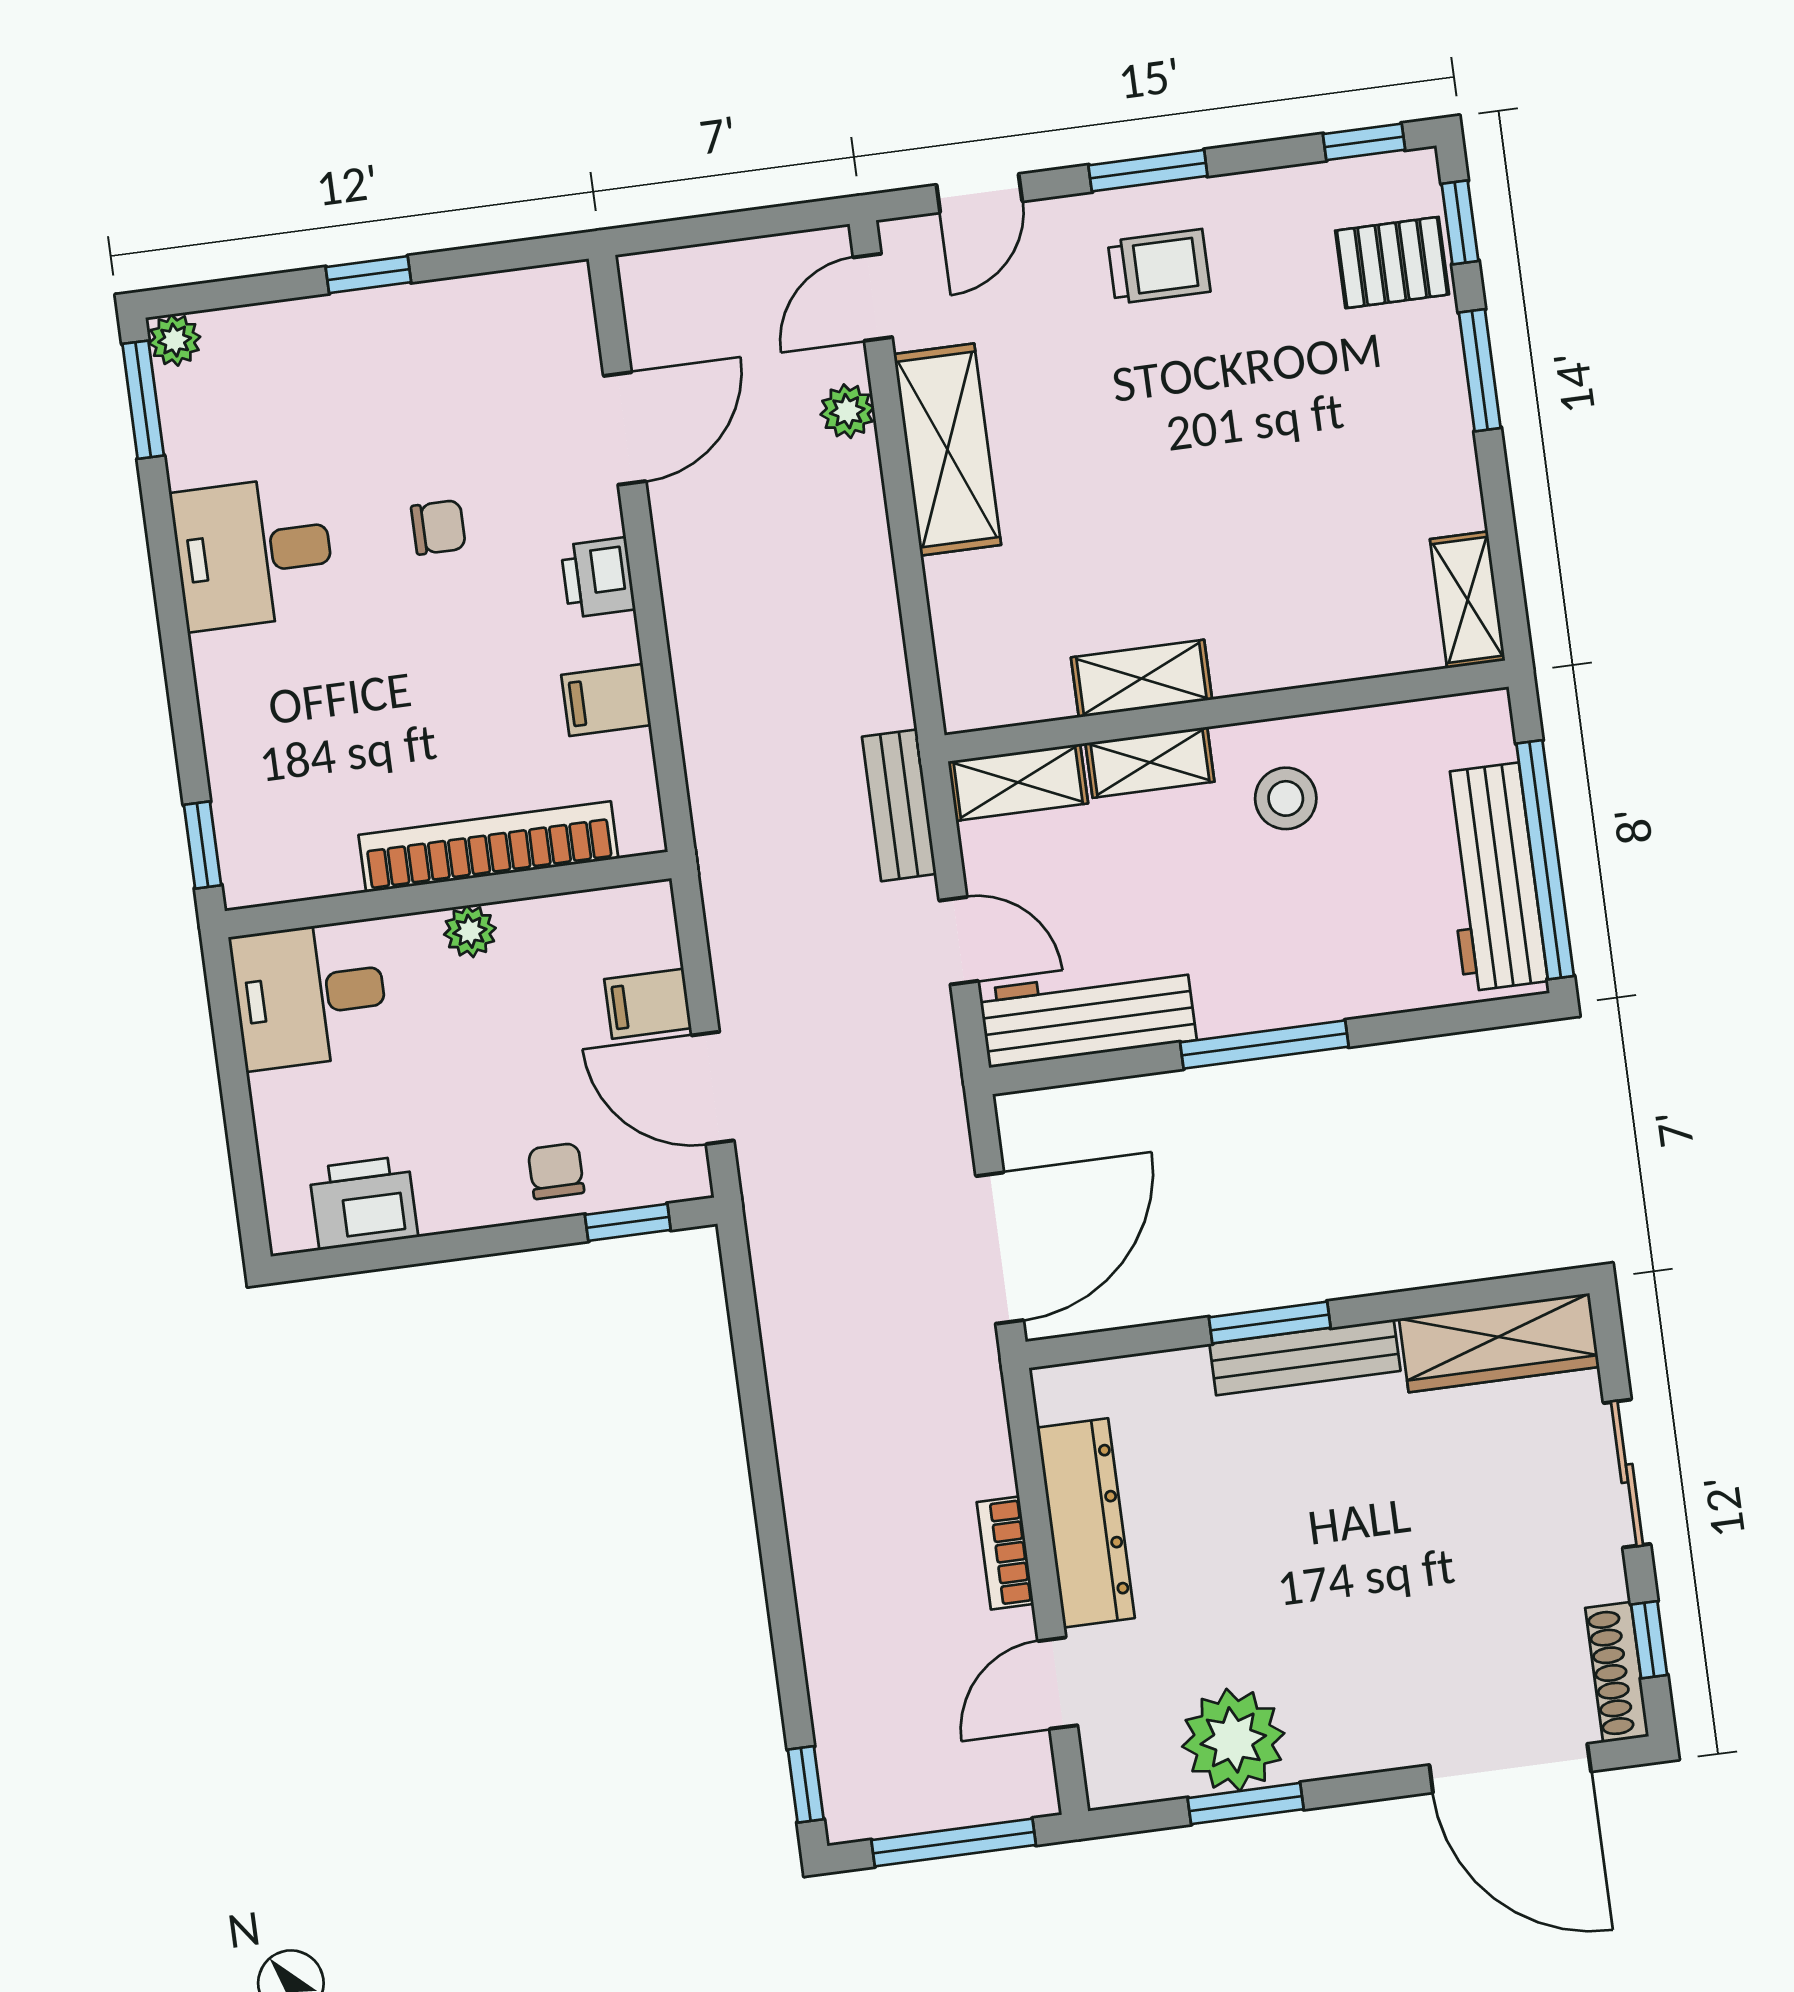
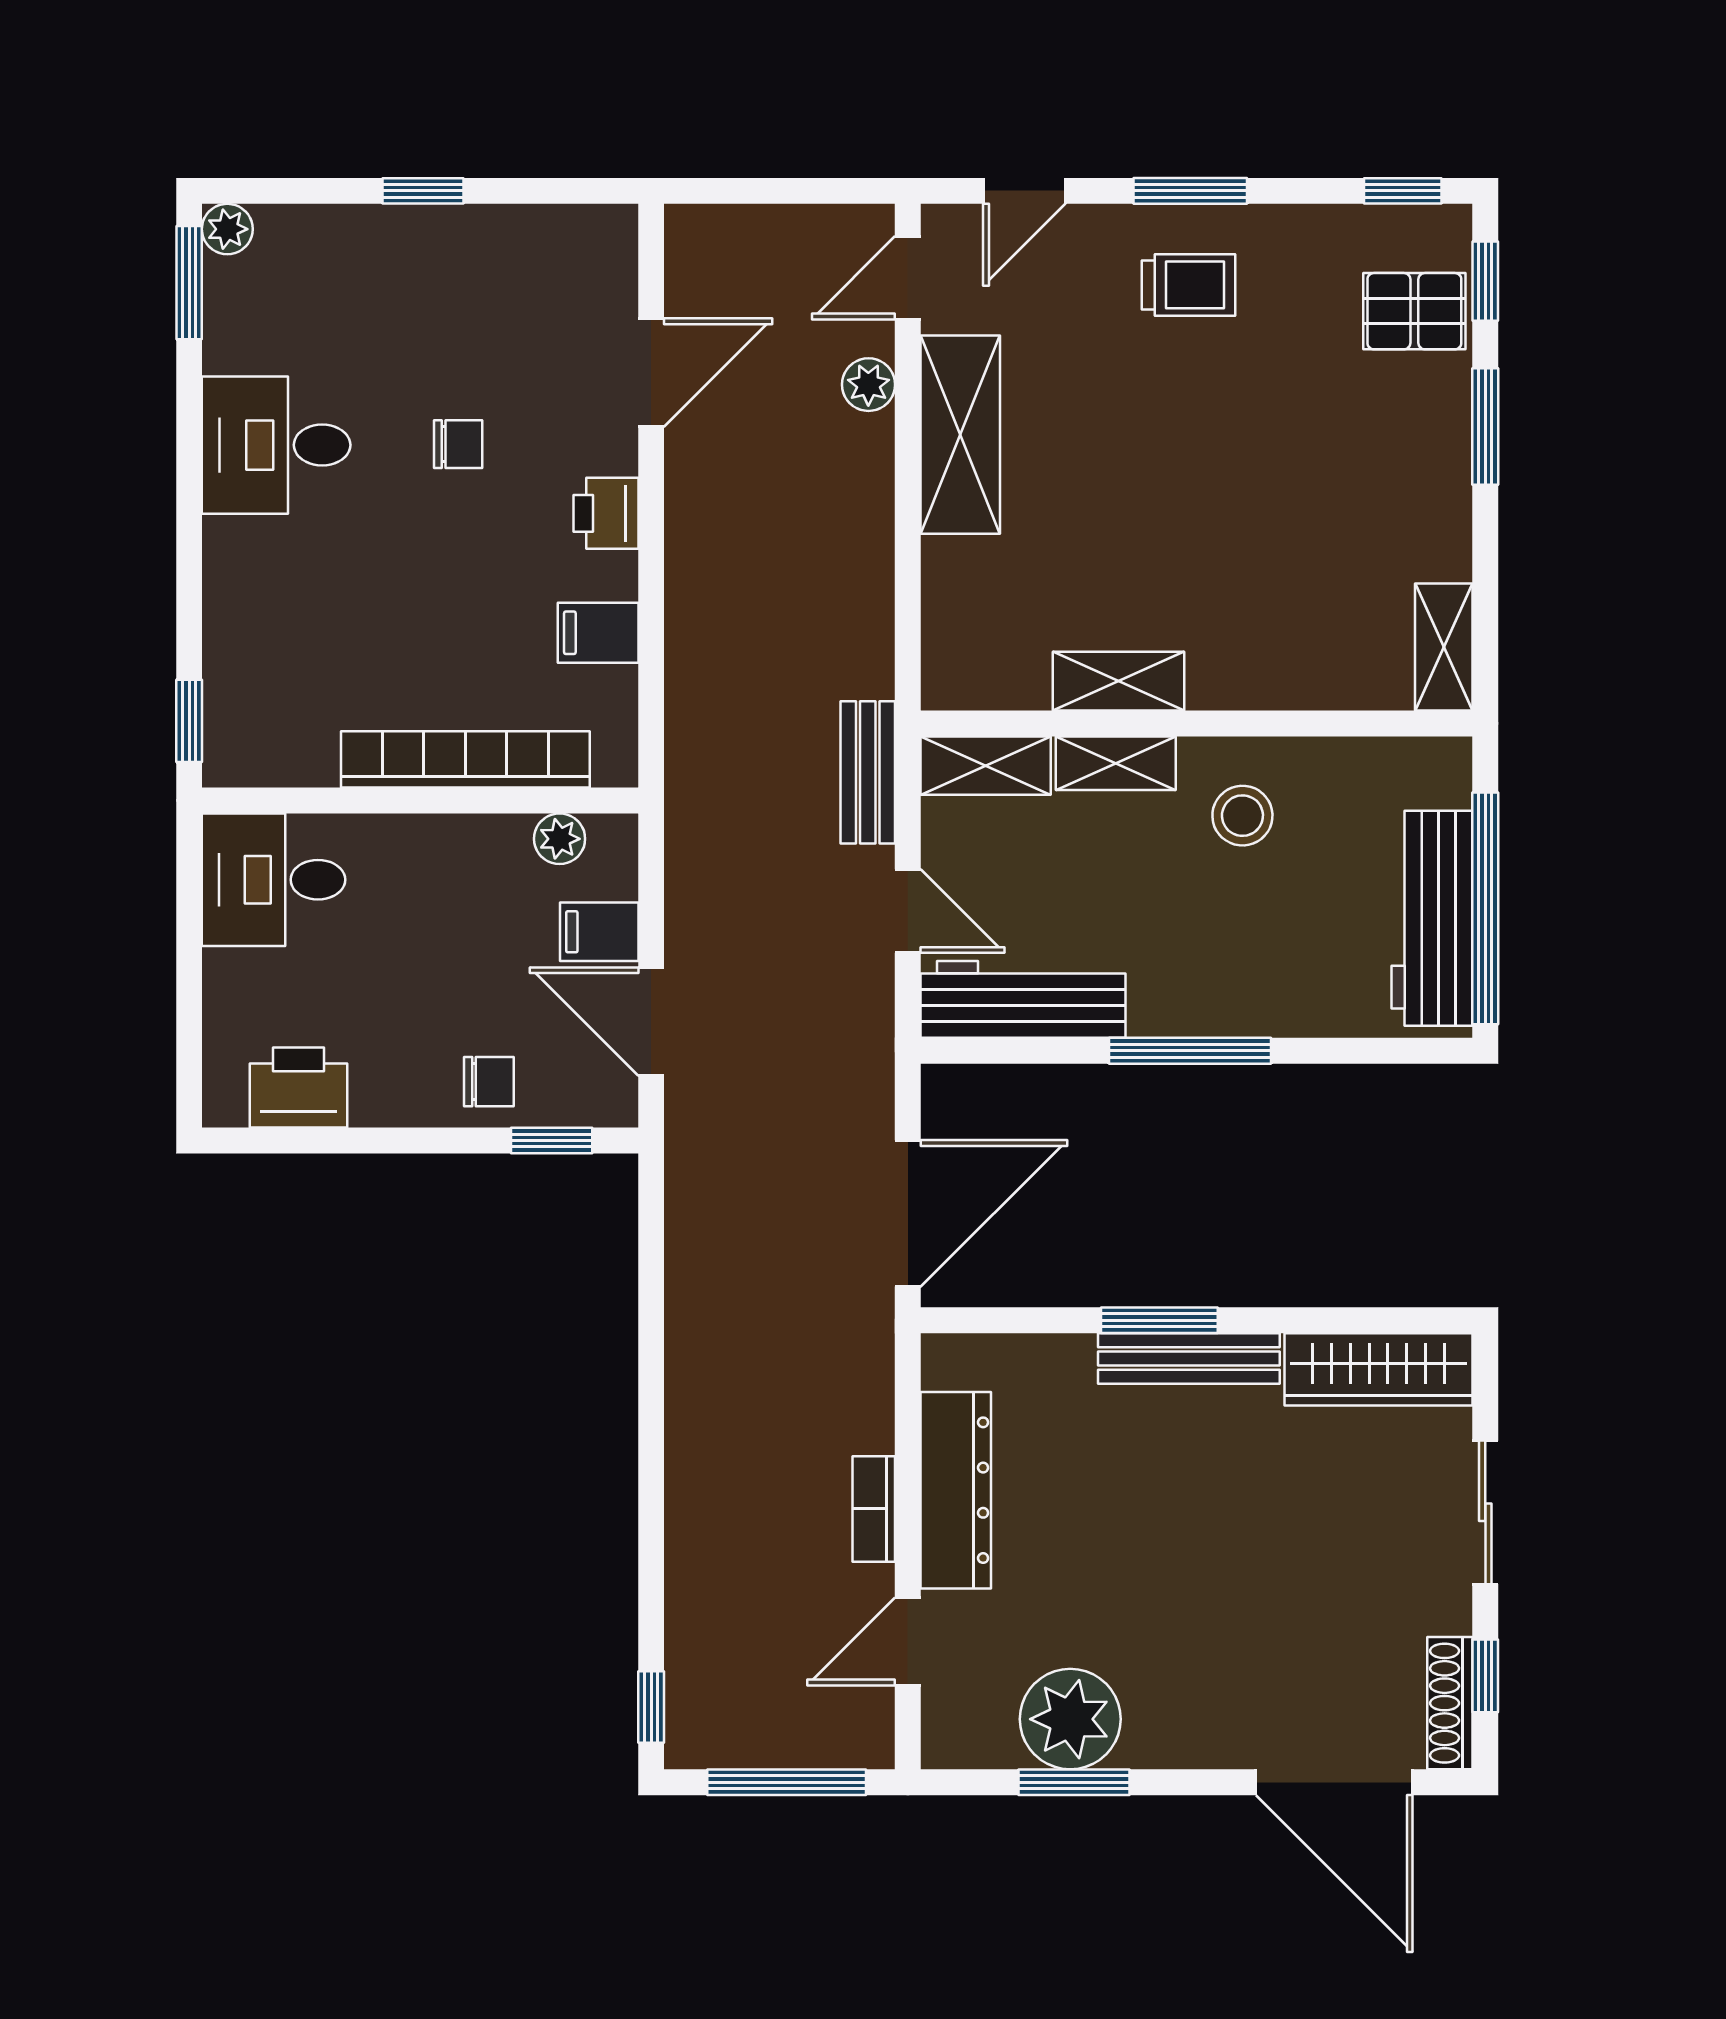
plant: (470, 931) -> (560, 839), moved
chair: (556, 1171) -> (489, 1082), turned 90

